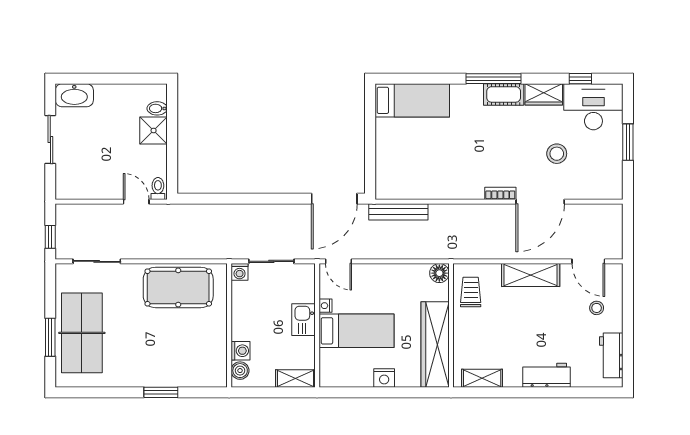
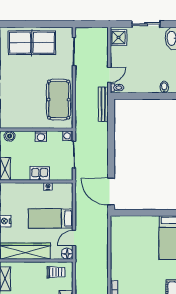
shower: (154, 130) -> (119, 38), moved
bench: (398, 212) -> (103, 104), moved
window: (50, 237) -> (88, 24), removed
door: (339, 261) -> (74, 238), moved
bed: (357, 331) -> (51, 218), moved, turned 90
window: (50, 337) -> (29, 24), removed
washing machine: (241, 351) -> (41, 136), moved

